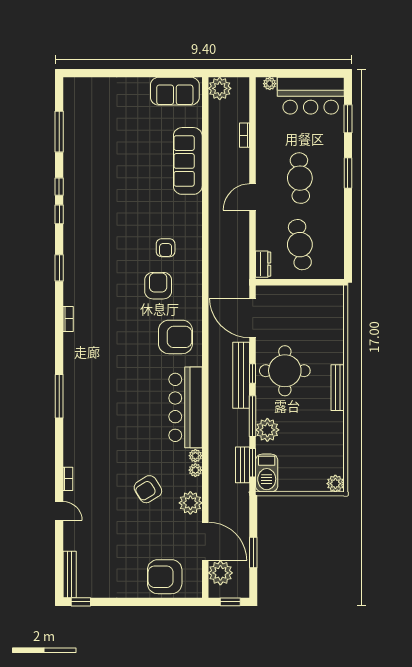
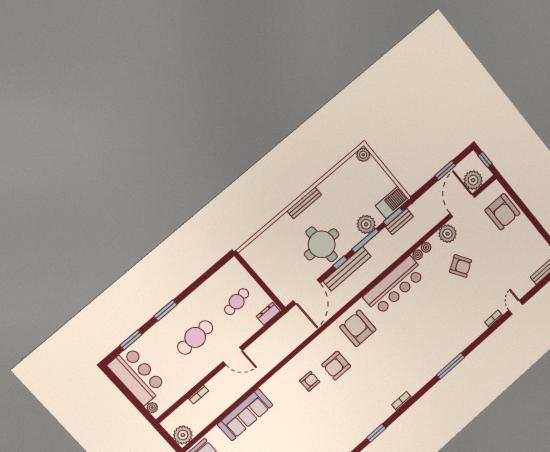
cafe table: (300, 245) -> (237, 302), width x0.73, depth x0.74

